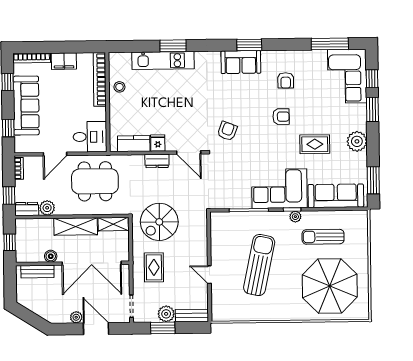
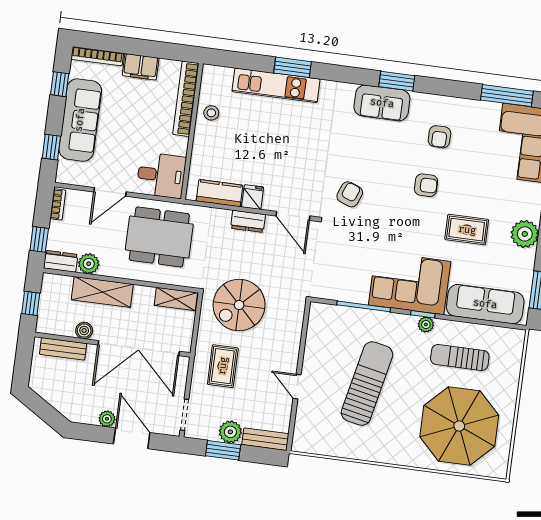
shelving: (76, 226) -> (102, 292), moved

